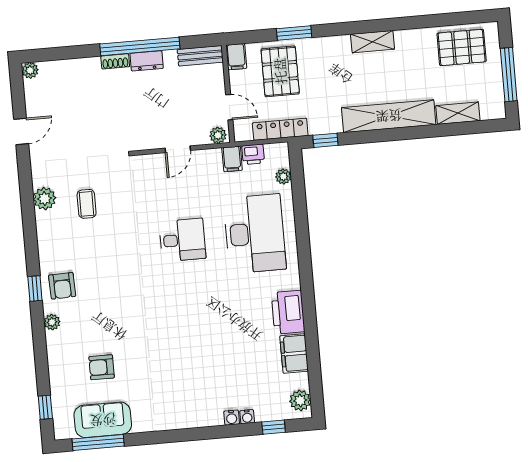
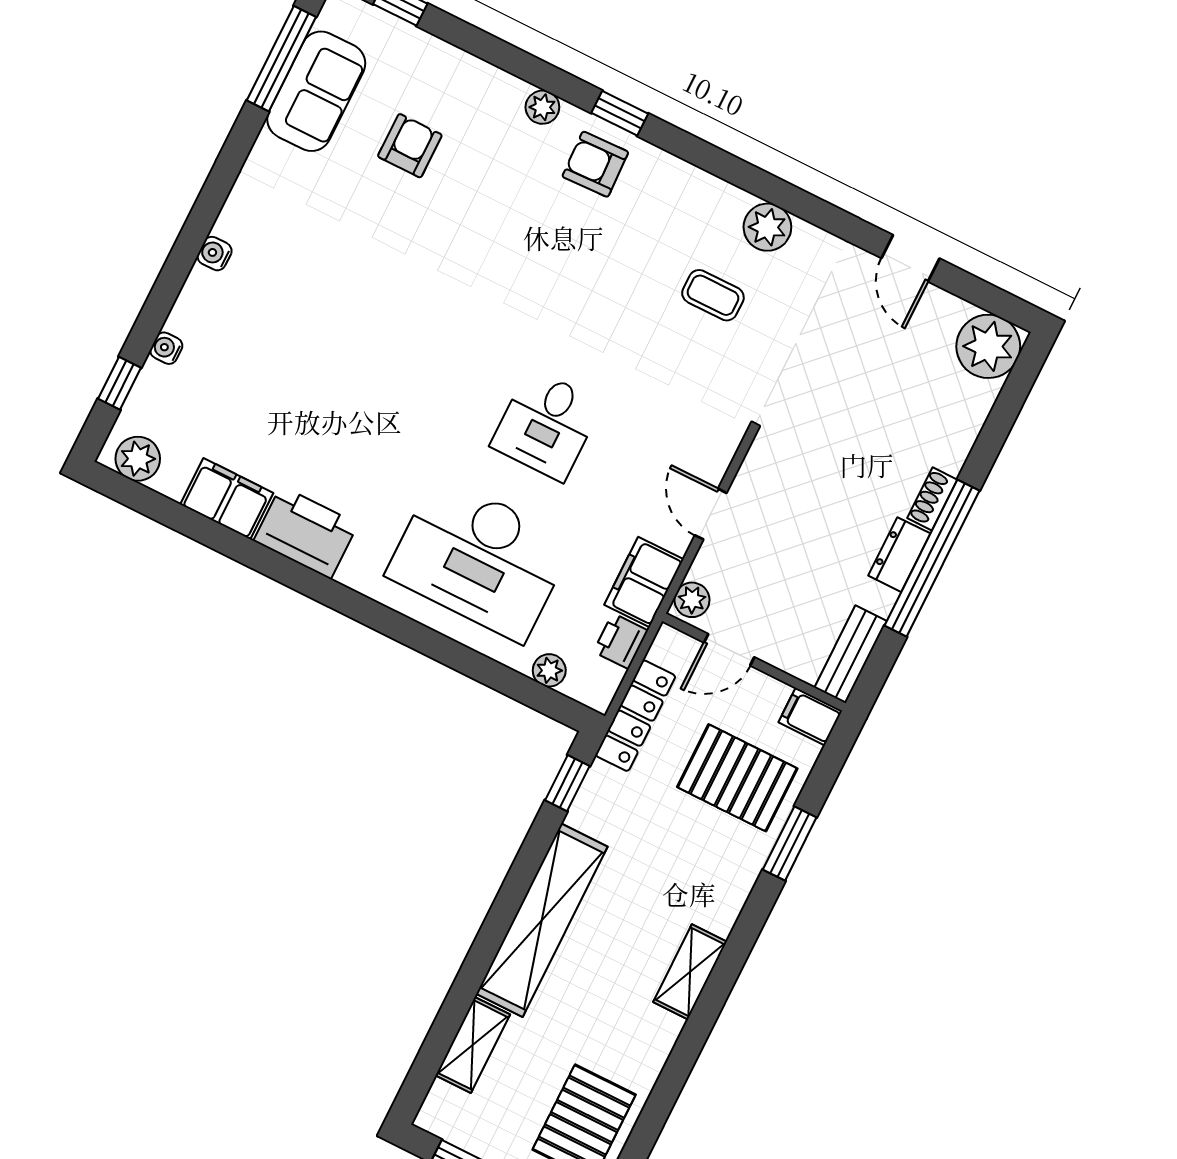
plant: (30, 70) -> (988, 346), width x1.88, depth x1.88
filing cabinet: (232, 159) -> (644, 582), width x2.00
water cooler: (232, 418) -> (215, 254), moved

